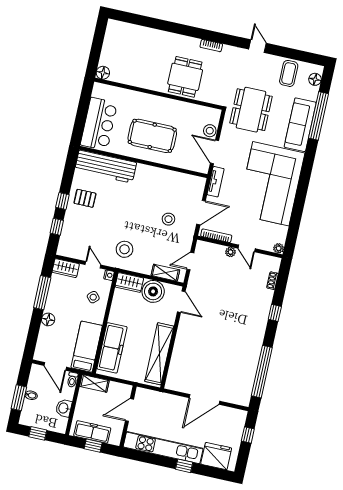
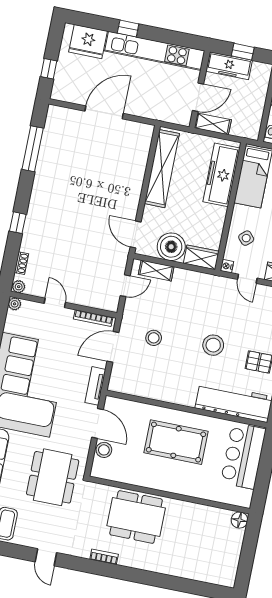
dining table: (185, 77) -> (136, 517), width x1.37
stool: (124, 249) -> (213, 345), moved
plant: (230, 252) -> (19, 287), moved
window: (262, 372) -> (33, 149), width x0.68
shelving: (94, 383) -> (213, 124), moved
freezer: (92, 432) -> (229, 66), moved

